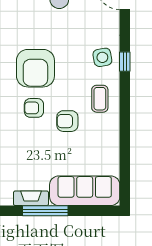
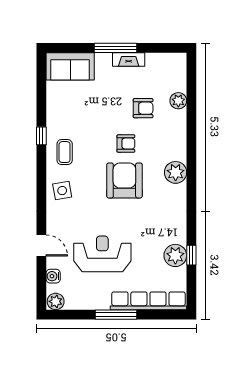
window: (125, 62) -> (41, 136), moved
armchair: (67, 121) -> (143, 108), moved
sofa: (85, 191) -> (70, 66), width x0.73

